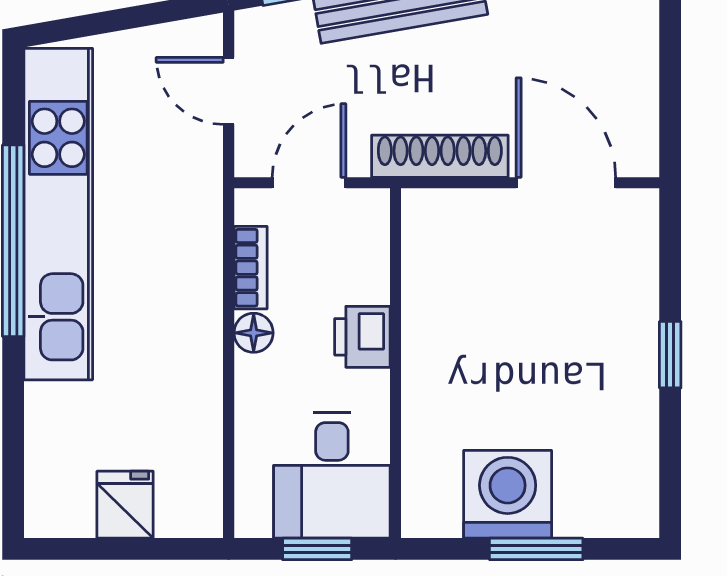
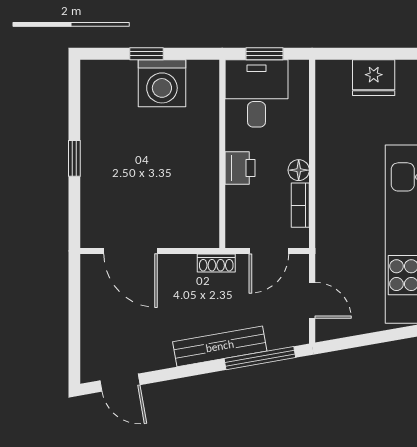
shoe rack: (440, 156) -> (216, 263), width x0.51, depth x0.81
fridge: (125, 505) -> (374, 78), width x1.38
window: (536, 549) -> (147, 54), width x0.67

